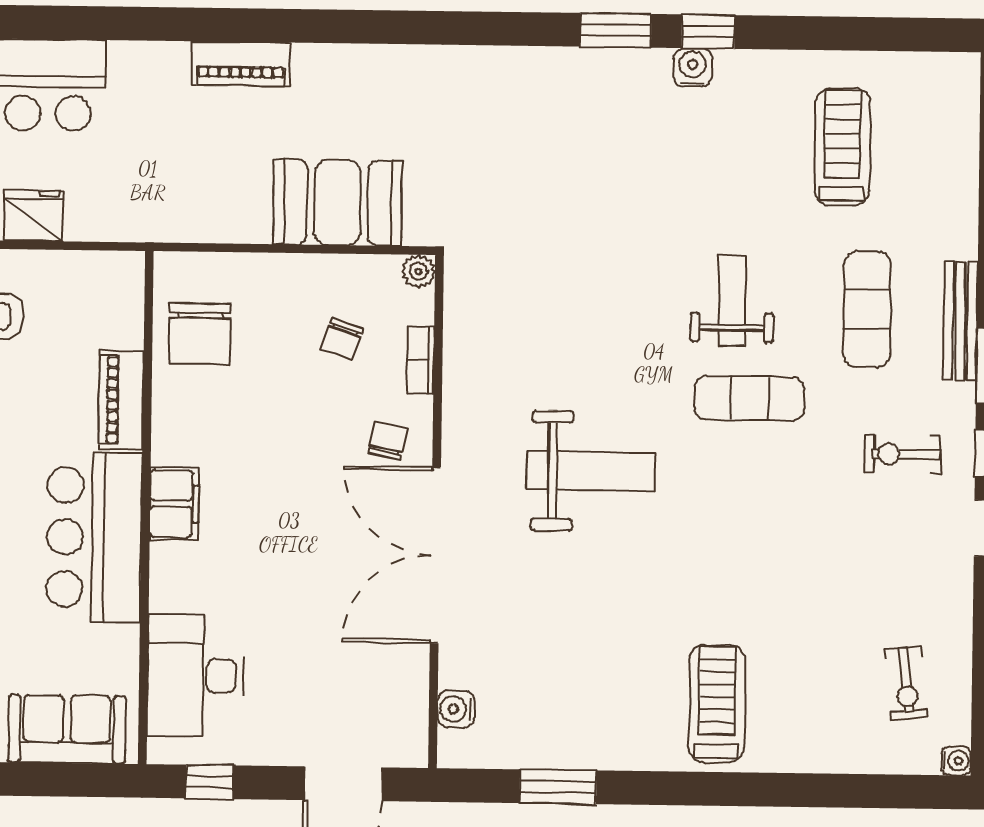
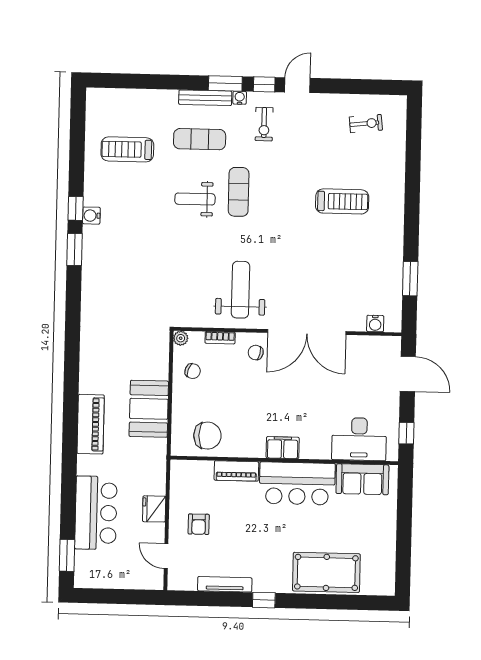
piano: (241, 64) -> (91, 424), width x1.37, depth x1.33
booth: (337, 202) -> (149, 409), moved
chair: (342, 339) -> (193, 371), moved
weight bench: (591, 471) -> (241, 290), moved
treadmill: (717, 704) -> (342, 201), moved, turned 180
sofa: (67, 729) -> (362, 479), moved, turned -90
water cooler: (956, 761) -> (240, 98), moved

